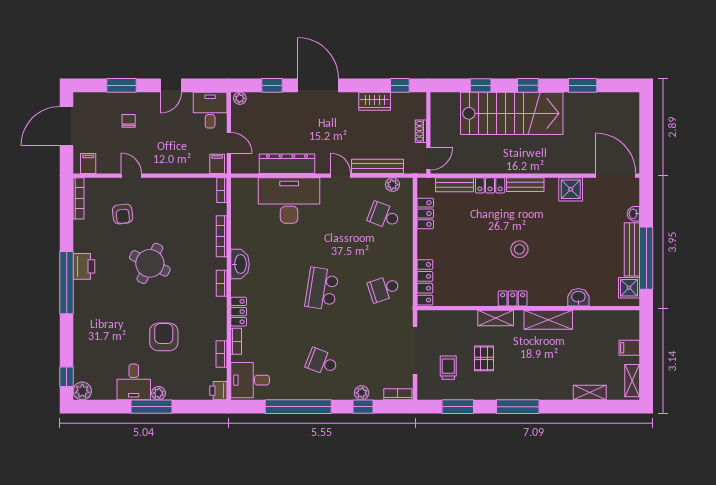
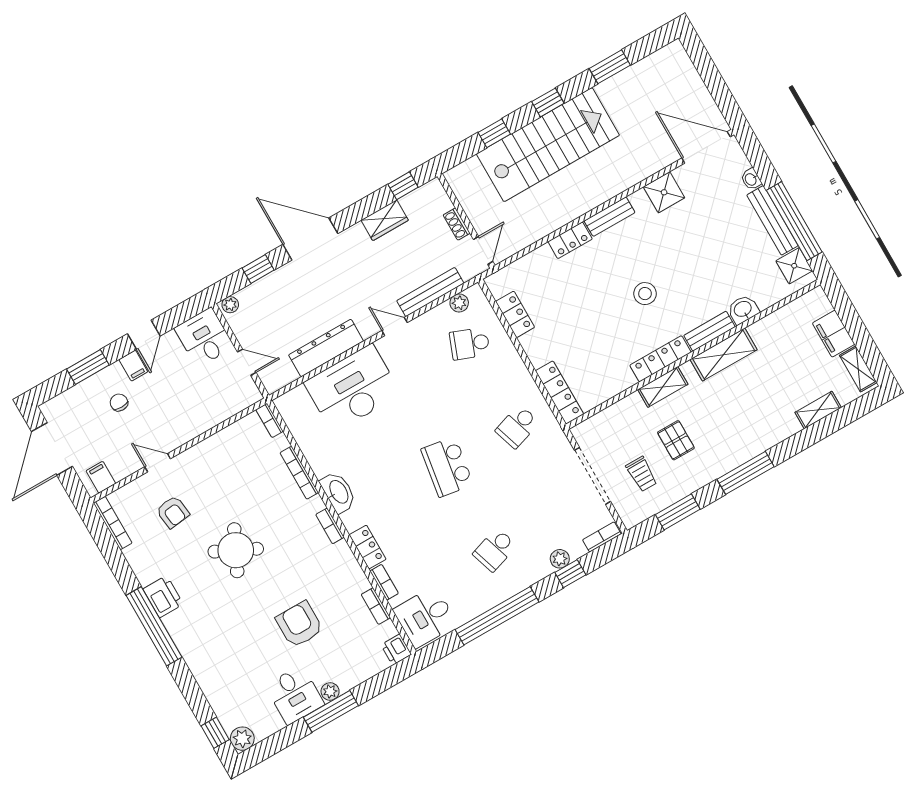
filing cabinet: (217, 164) -> (133, 366), moved, turned 180
bench: (455, 185) -> (709, 331), moved
locker: (513, 298) -> (660, 359), width x1.53
filing cabinet: (629, 348) -> (834, 334), width x2.00
school desk: (322, 362) -> (495, 550), turned -39
trolley: (448, 368) -> (642, 474), turned 180

